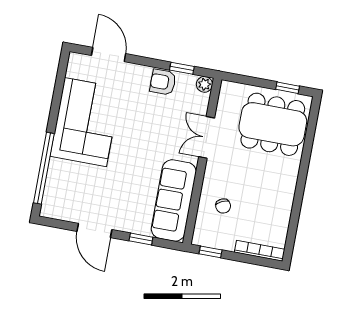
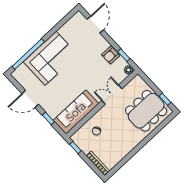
armchair: (163, 82) -> (111, 55), turned -90
corner sofa: (85, 122) -> (51, 58), moved
dining table: (273, 124) -> (146, 111), turned 90
door: (94, 230) -> (30, 99), hinge flipped

